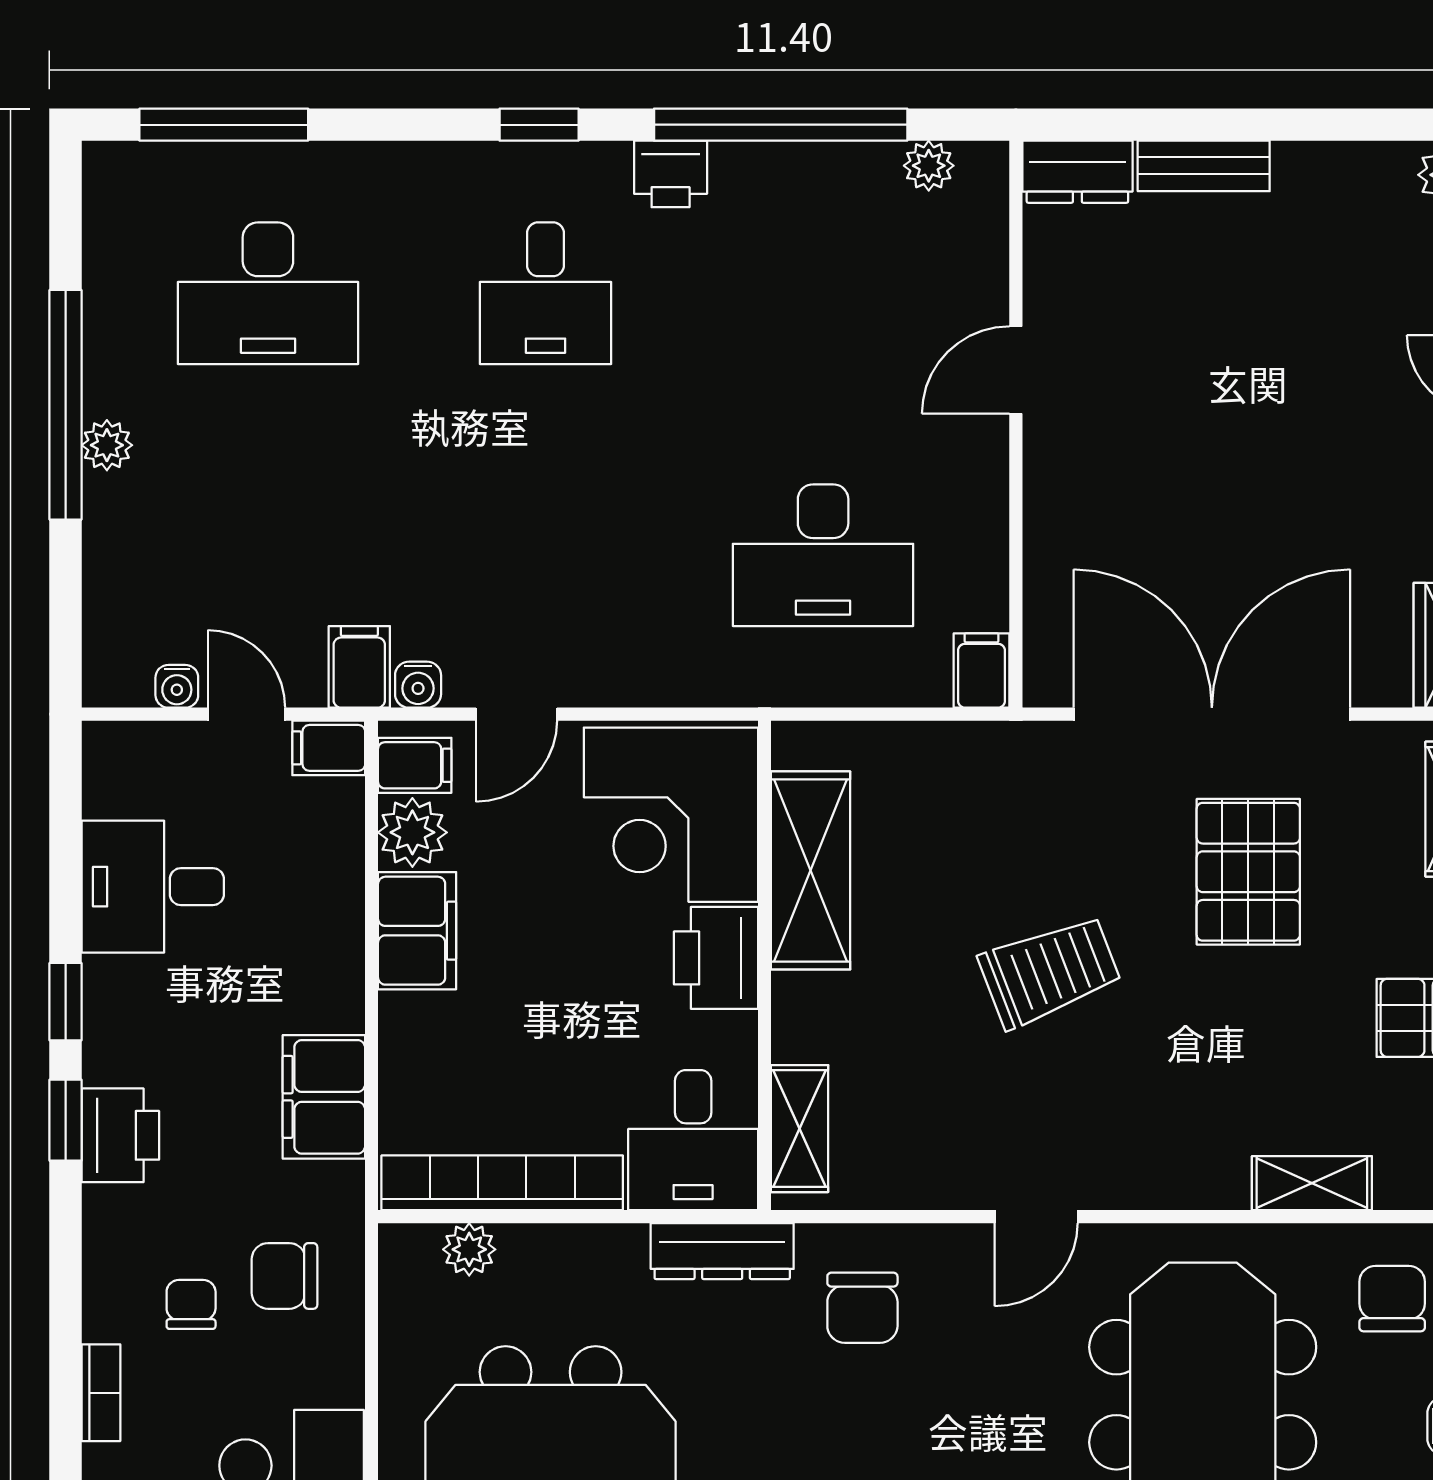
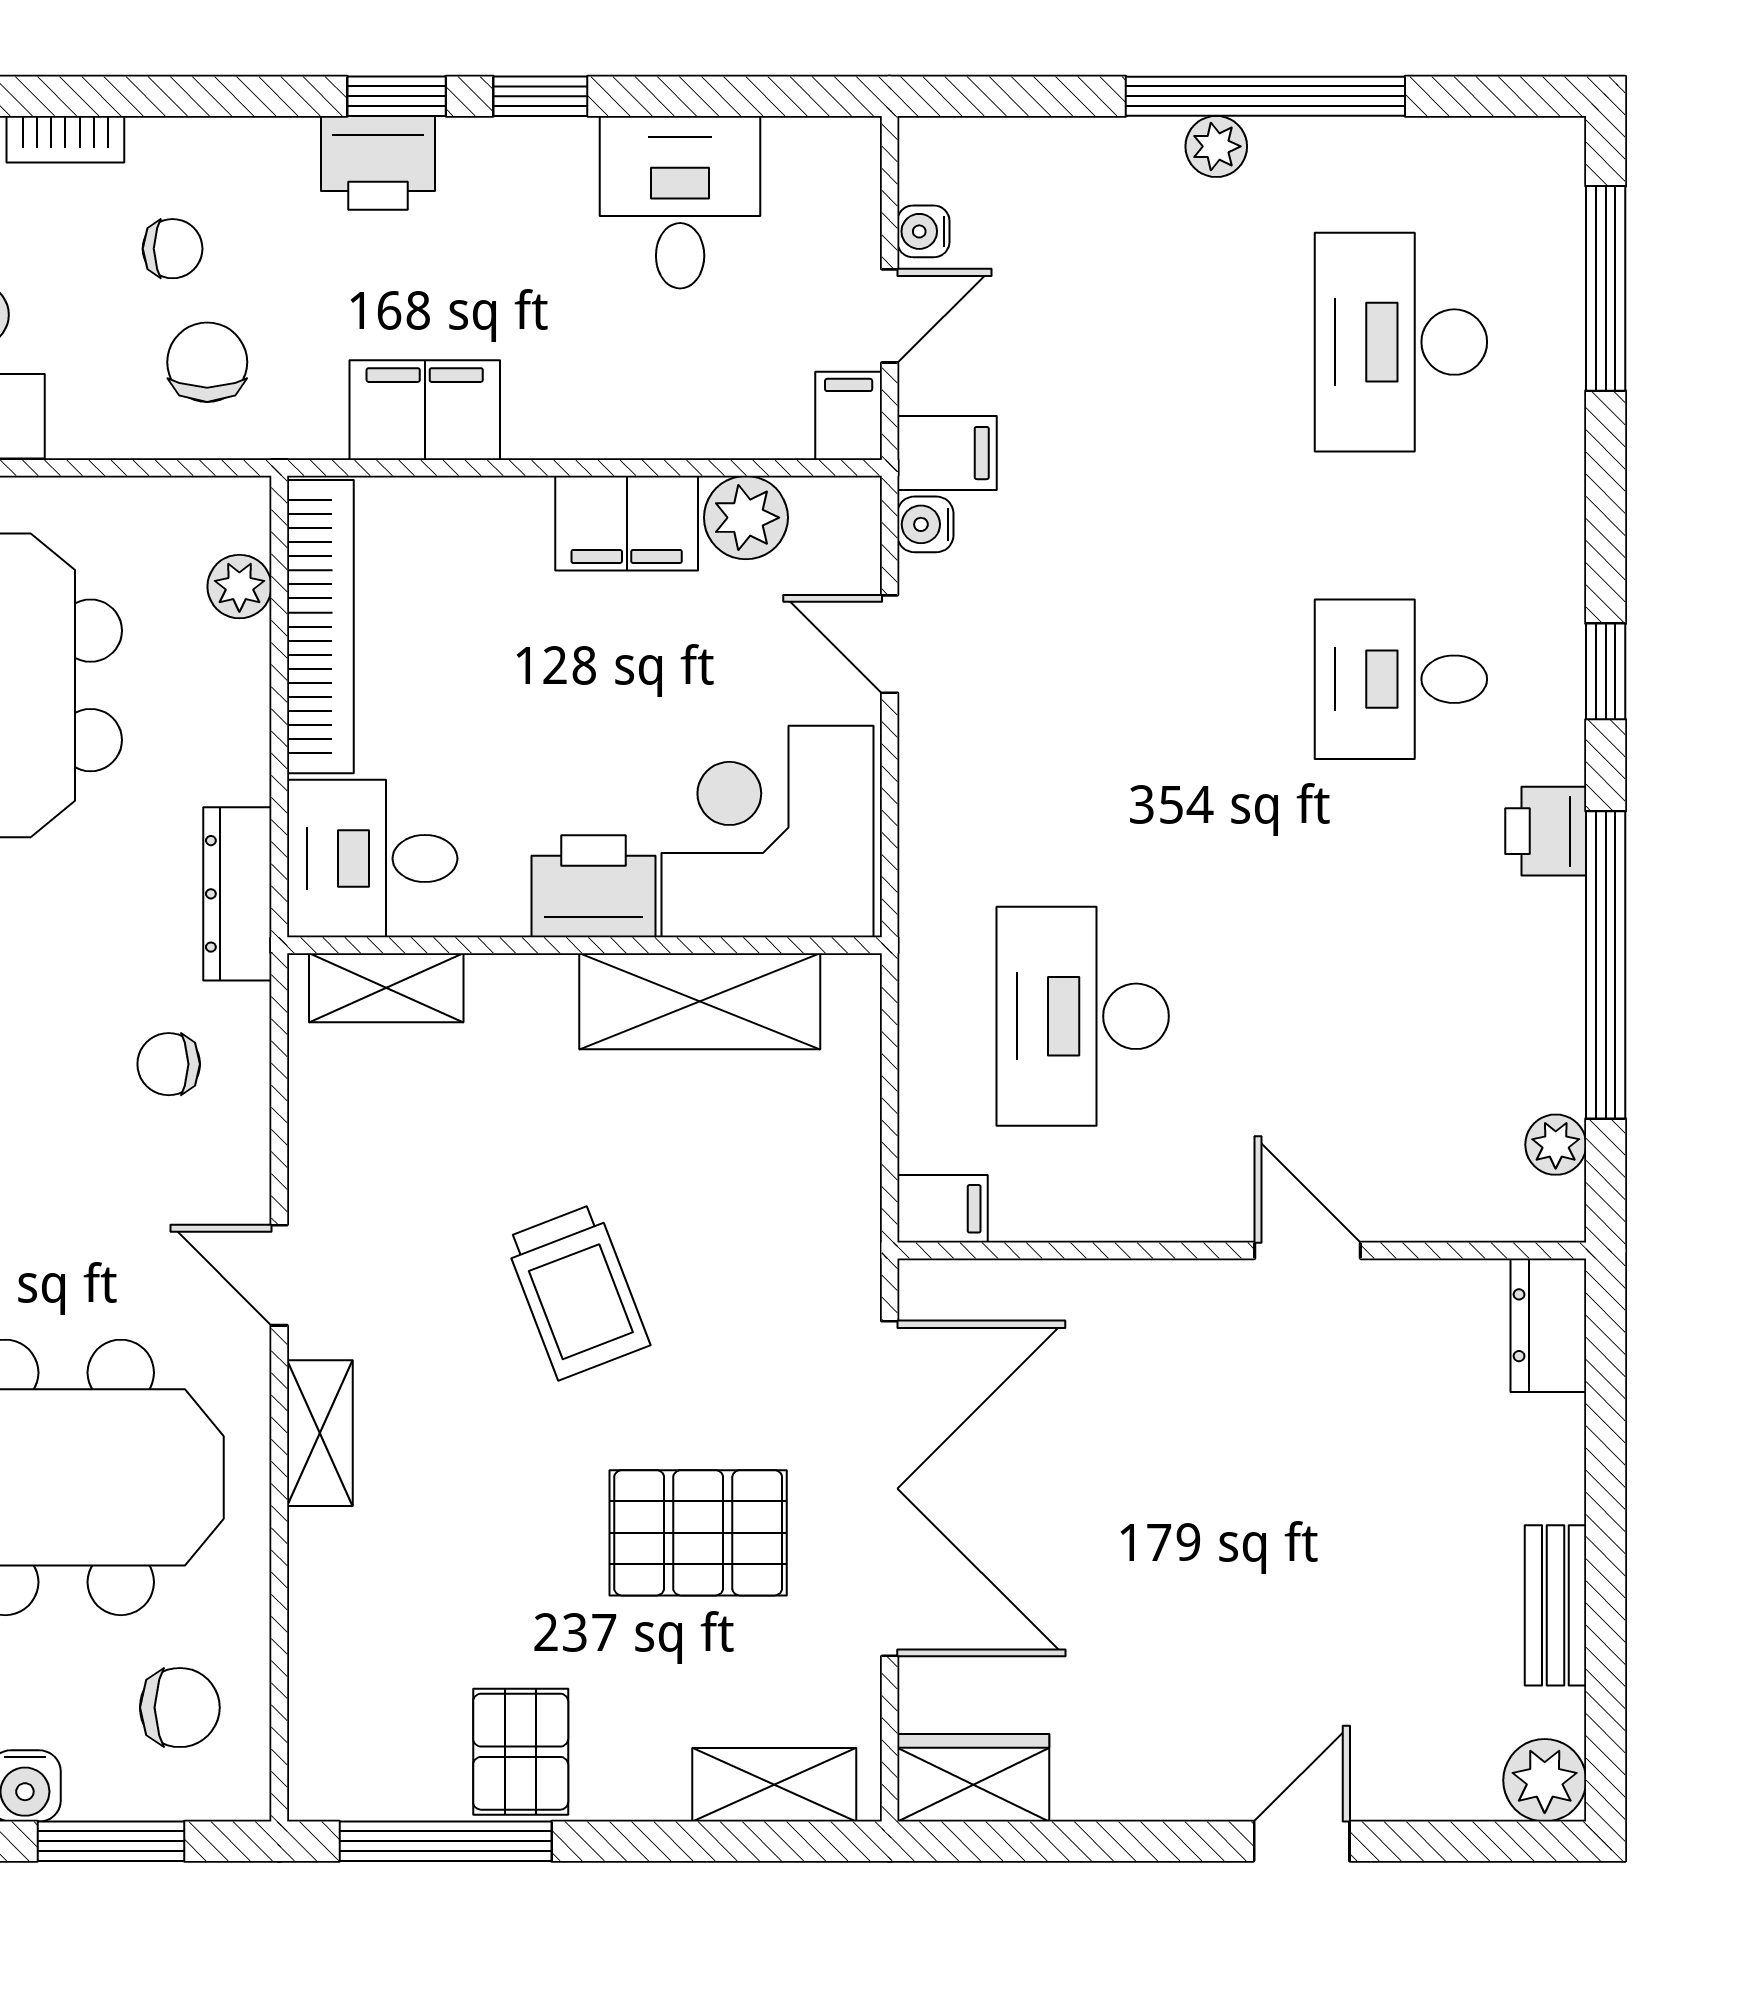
bench: (1204, 166) -> (1555, 1605), moved
filing cabinet: (415, 765) -> (827, 520), removed
shelving: (1312, 1183) -> (320, 1433), moved
chair: (862, 1308) -> (169, 1064), width x0.73, depth x0.73

